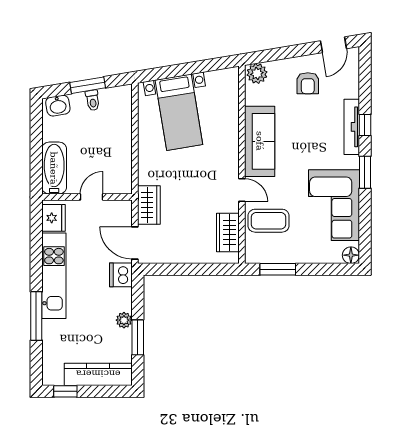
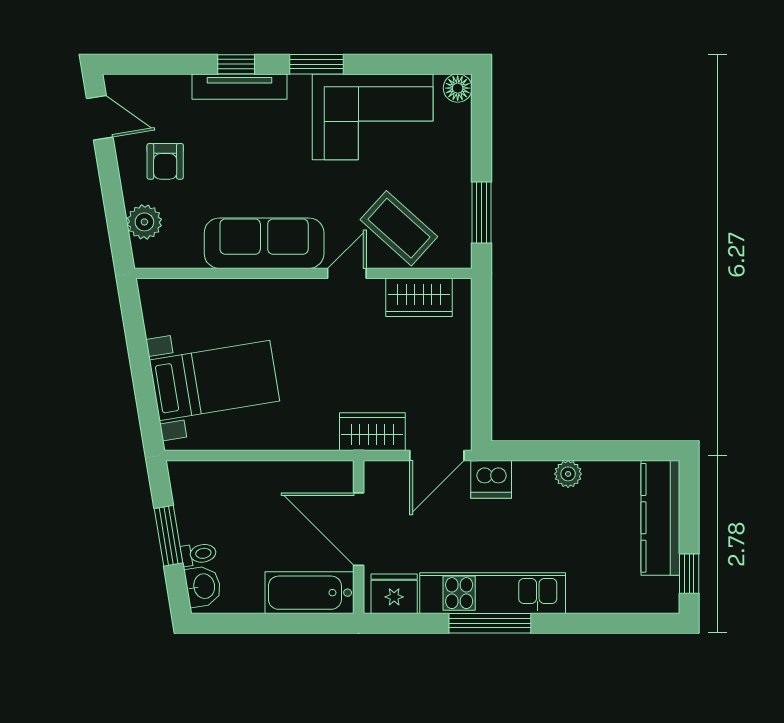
plant: (257, 73) -> (144, 222), moved
armchair: (308, 83) -> (165, 161), turned 90
toilet: (93, 100) -> (199, 554), moved
door: (92, 197) -> (359, 529), width x1.88
coffee table: (269, 221) -> (399, 228), turned -48
window: (36, 316) -> (490, 623), moved
window: (138, 337) -> (597, 451), removed

